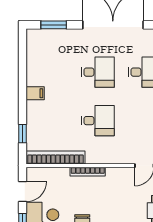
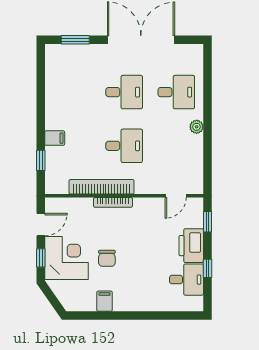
filing cabinet: (35, 93) -> (55, 138), moved
bookcase: (56, 158) -> (102, 187), moved

